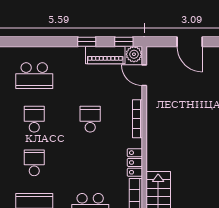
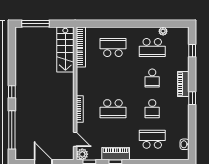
piano: (105, 55) -> (116, 154), moved
school desk: (90, 119) -> (113, 109), width x1.85
locker: (135, 162) -> (82, 78), removed

